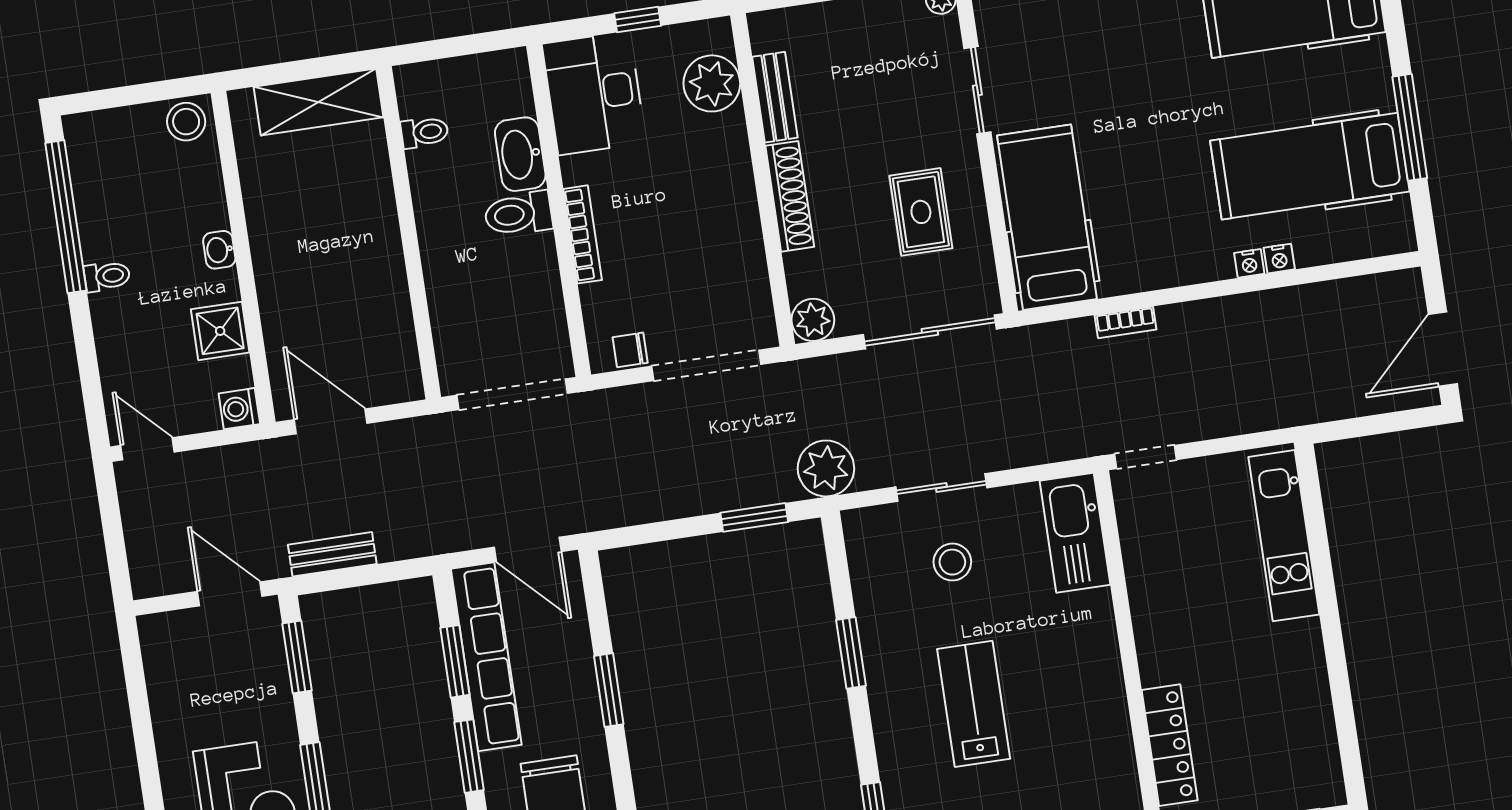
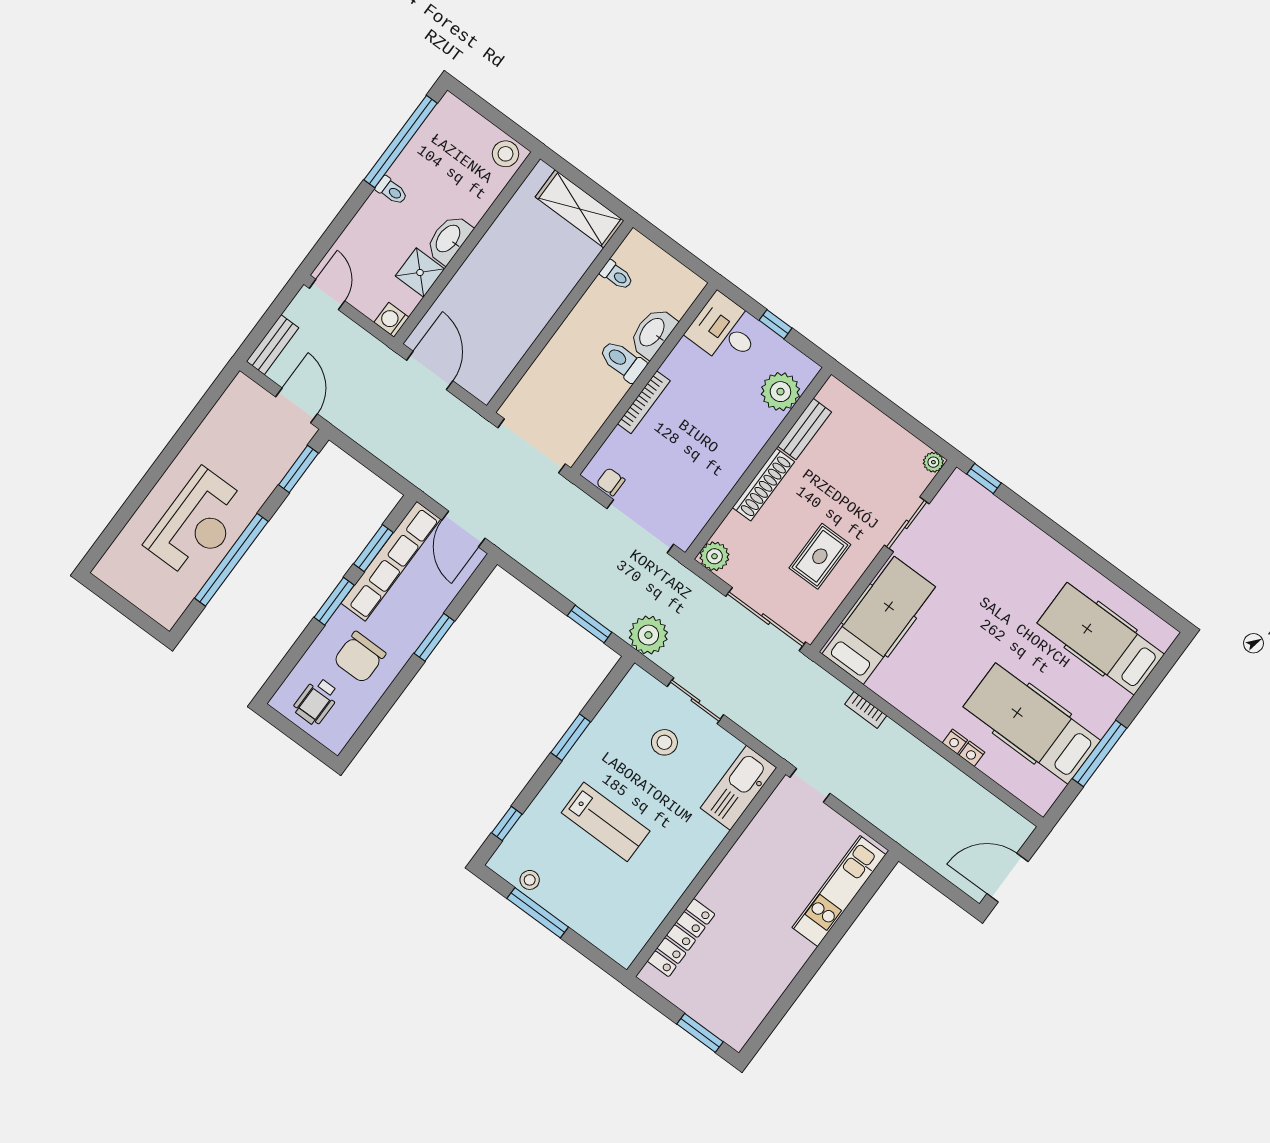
desk: (594, 93) -> (725, 330), width x0.73
washbasin: (219, 250) -> (449, 239), width x1.91, depth x1.45
bench: (332, 554) -> (273, 345), moved, turned 90
lab bench: (974, 704) -> (606, 822), turned 90

